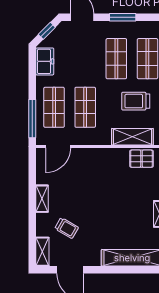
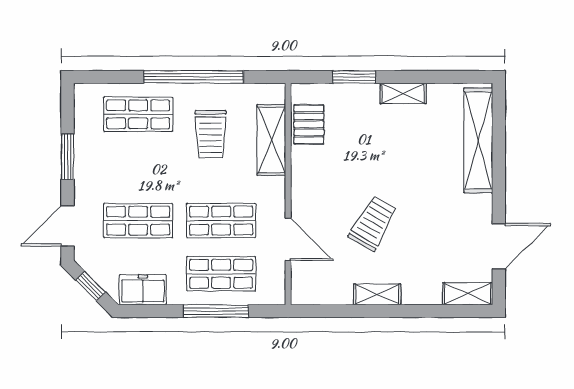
shop shelf: (116, 59) -> (138, 221), moved
window: (32, 119) -> (216, 311), moved
door: (58, 146) -> (288, 239), moved
trolley: (67, 228) -> (373, 223), moved, width x1.36, depth x1.39

